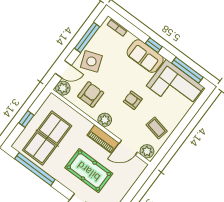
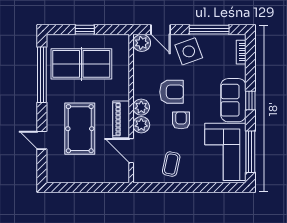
armchair: (91, 94) -> (172, 92), moved
plant: (147, 151) -> (141, 125), moved

